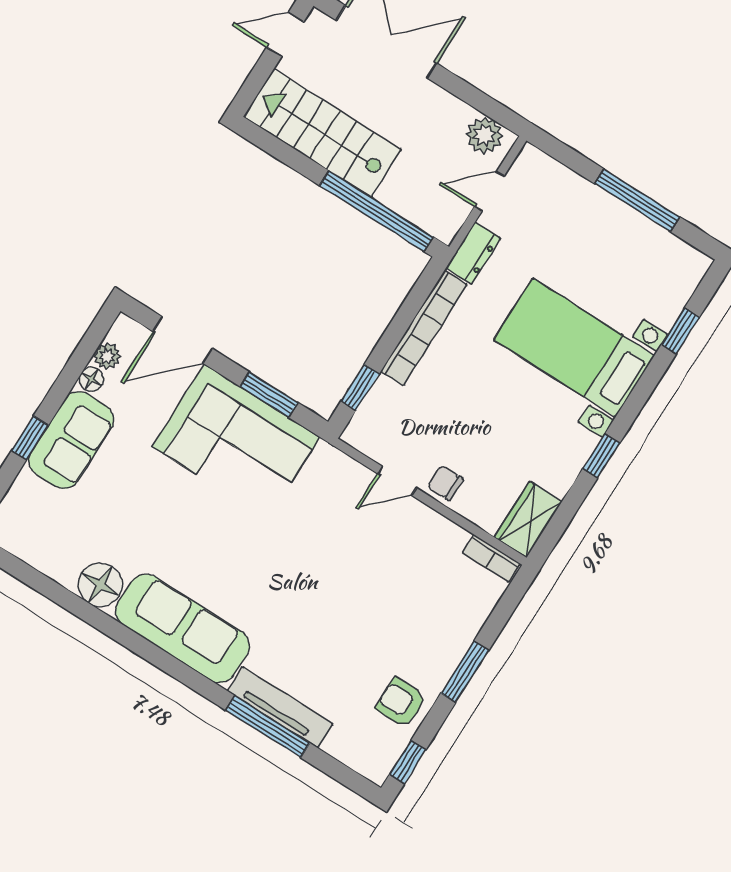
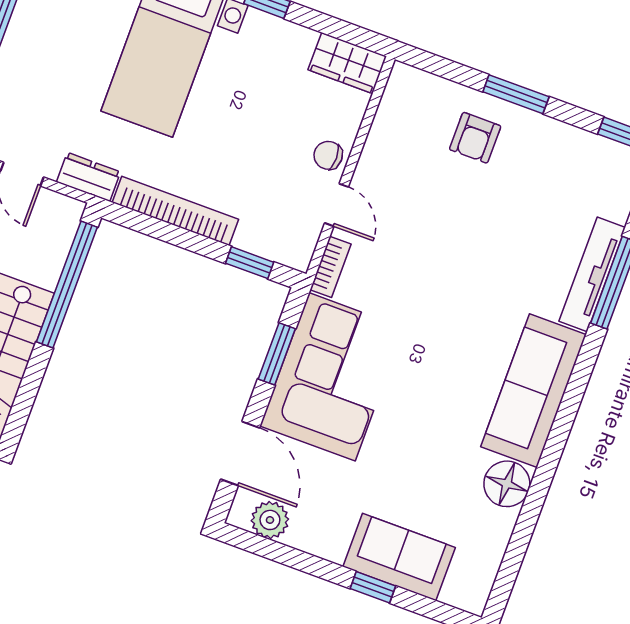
plant: (107, 356) -> (270, 520), width x1.38, depth x1.38
floor lamp: (92, 379) -> (300, 538), removed
sofa: (71, 440) -> (399, 557), moved
chair: (445, 483) -> (328, 155), turned 90
bookcase: (491, 558) -> (330, 267), moved
armchair: (401, 703) -> (475, 138), moved

